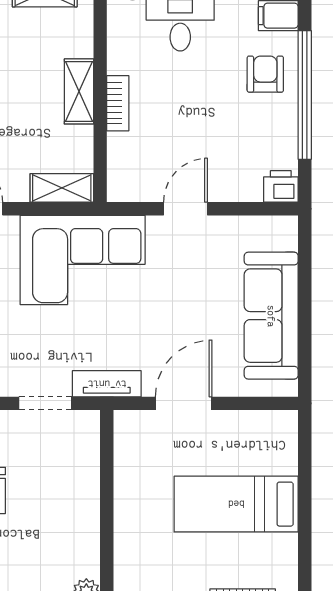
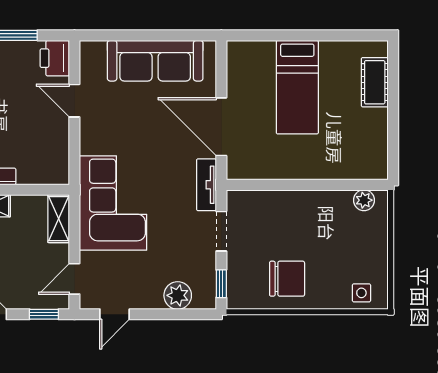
printer: (281, 186) -> (55, 58), width x1.36, depth x1.24
door: (186, 209) -> (74, 101), moved
door: (184, 403) -> (221, 127), width x1.36

